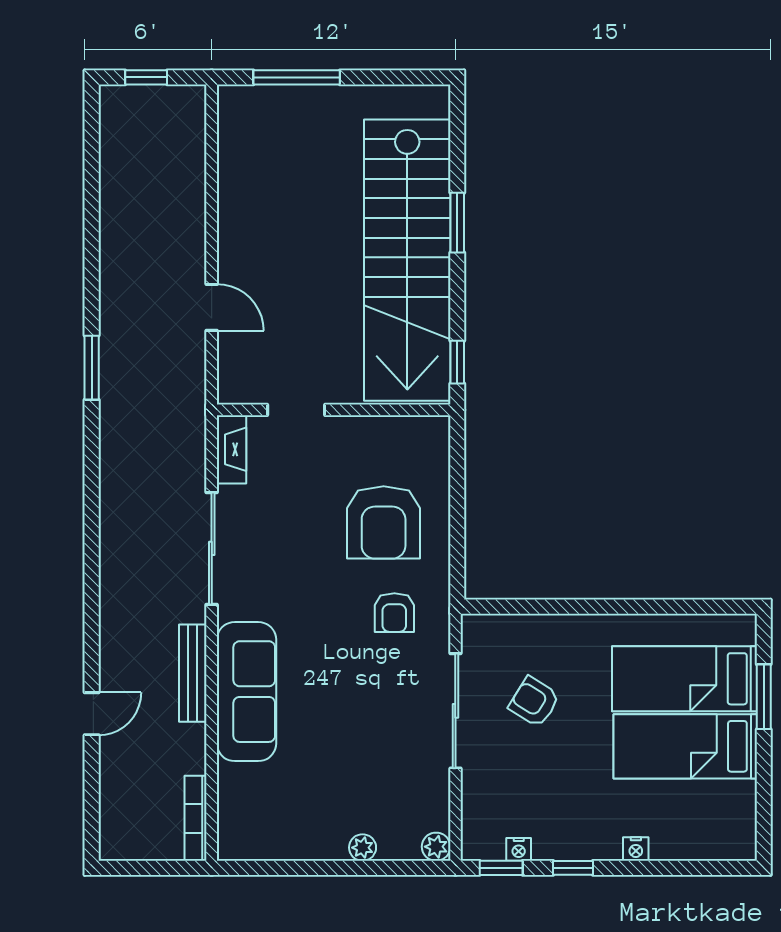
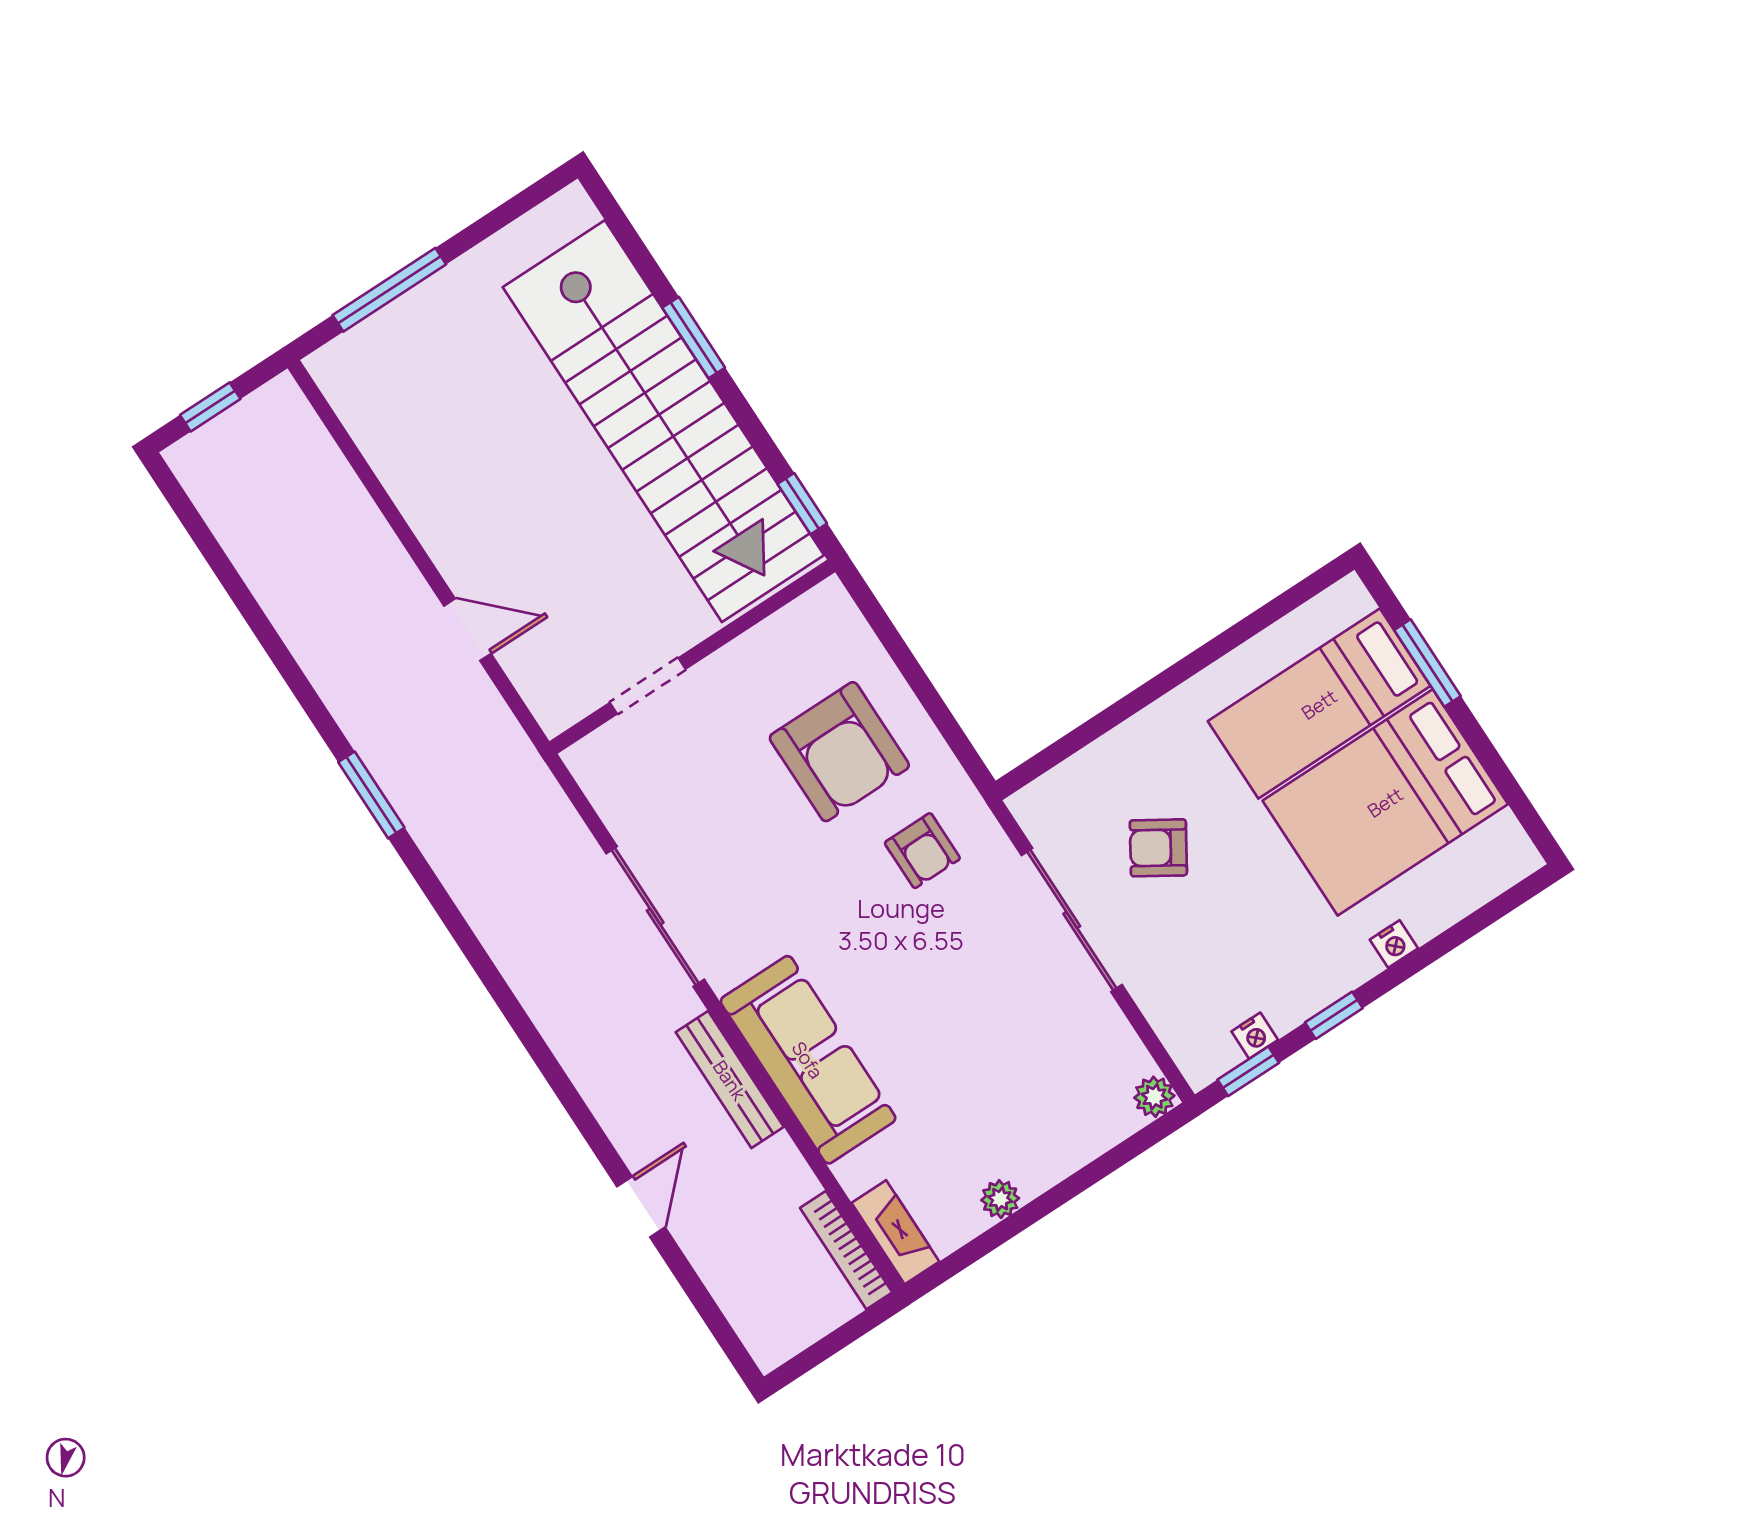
fireplace: (232, 449) -> (895, 1232), moved
bed: (685, 746) -> (1385, 802), width x1.50
plant: (363, 848) -> (1000, 1199), moved

